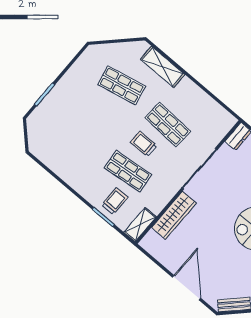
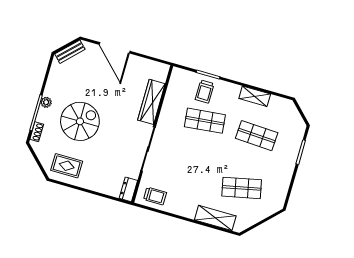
shop shelf: (168, 125) -> (257, 136), moved
trolley: (144, 144) -> (155, 196), moved
shelving: (140, 225) -> (255, 96), moved, turned 90

